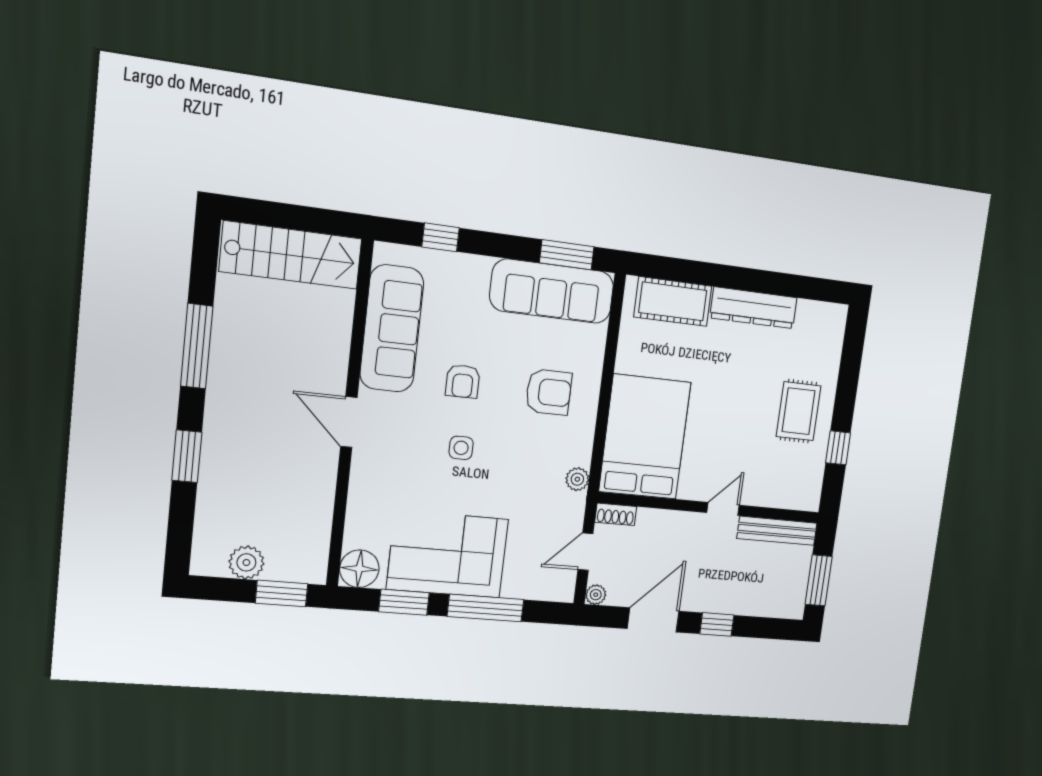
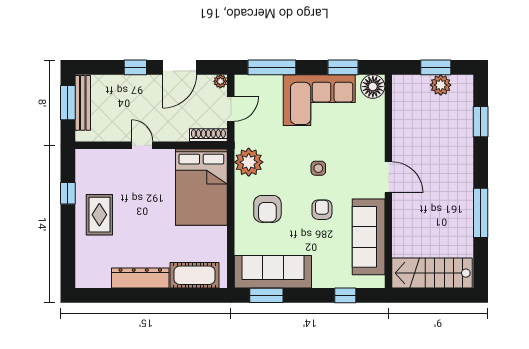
armchair: (549, 392) -> (267, 209), turned -90
window: (187, 456) -> (481, 122), moved
plant: (577, 479) -> (249, 162), width x1.88, depth x1.88
door: (723, 509) -> (142, 145), swing flipped
shoe rack: (616, 514) -> (208, 135), width x1.43
bench: (777, 531) -> (83, 103), moved, turned 90
window: (282, 593) -> (436, 67), moved
window: (485, 608) -> (272, 67), moved

